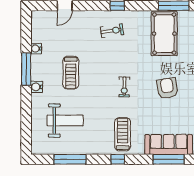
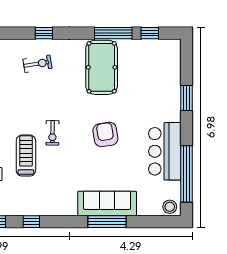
treadmill: (123, 134) -> (26, 156), moved
window: (118, 159) -> (31, 222), moved

